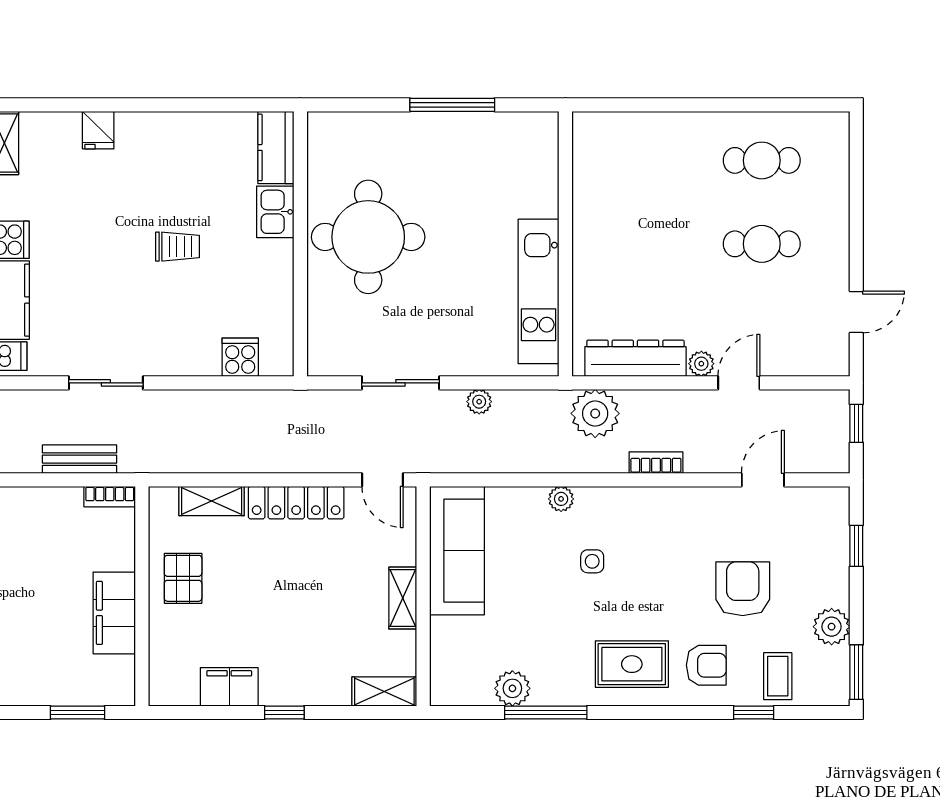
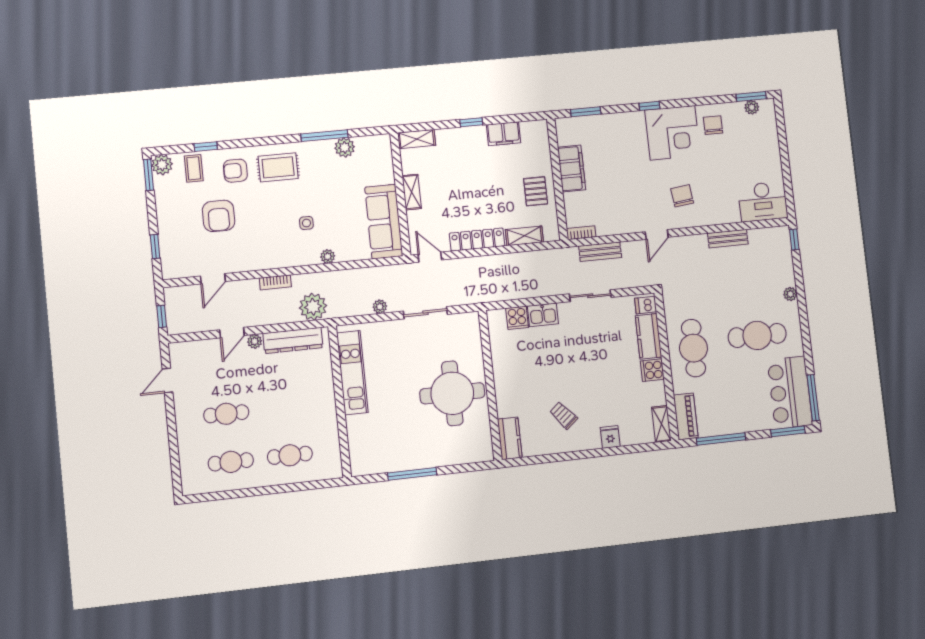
cafe table: (660, 160) -> (290, 455), added
kitchen sink: (275, 212) -> (543, 315), moved, turned 90
trolley: (178, 247) -> (564, 415), moved, turned 50
plant: (832, 627) -> (162, 165), moved

